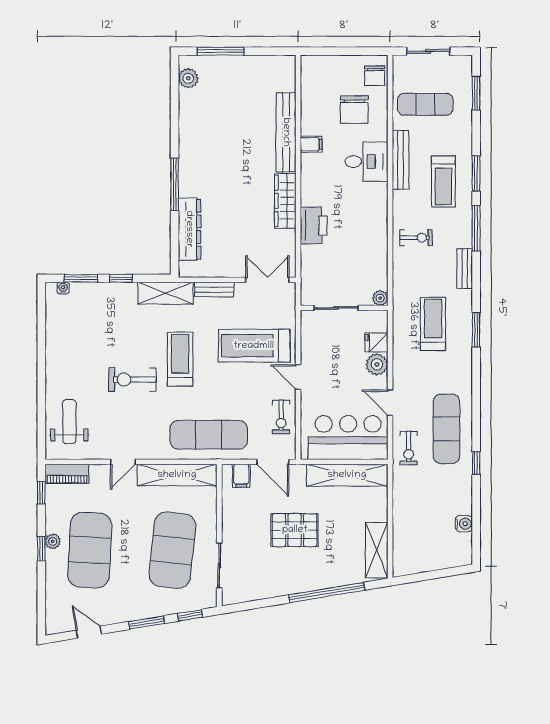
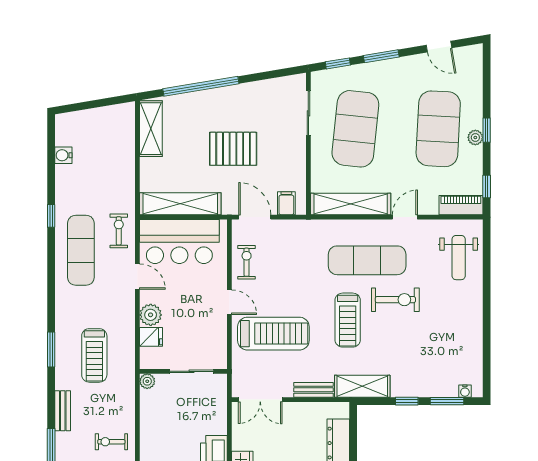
exercise mat: (209, 435) -> (367, 260), moved

